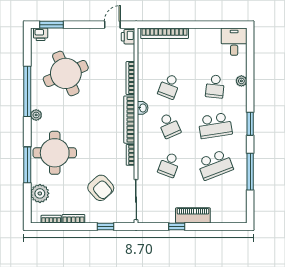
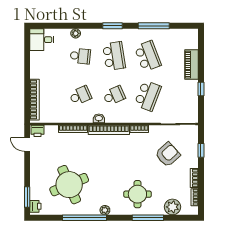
school desk: (169, 86) -> (80, 96), turned -45
round table: (55, 153) -> (137, 194), width x0.73, depth x0.73
school desk: (169, 165) -> (148, 96), width x1.85
piano: (193, 215) -> (191, 65), moved

